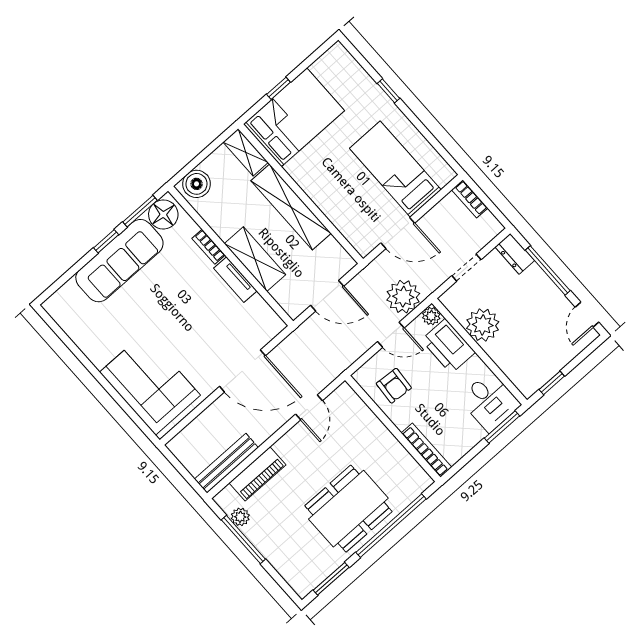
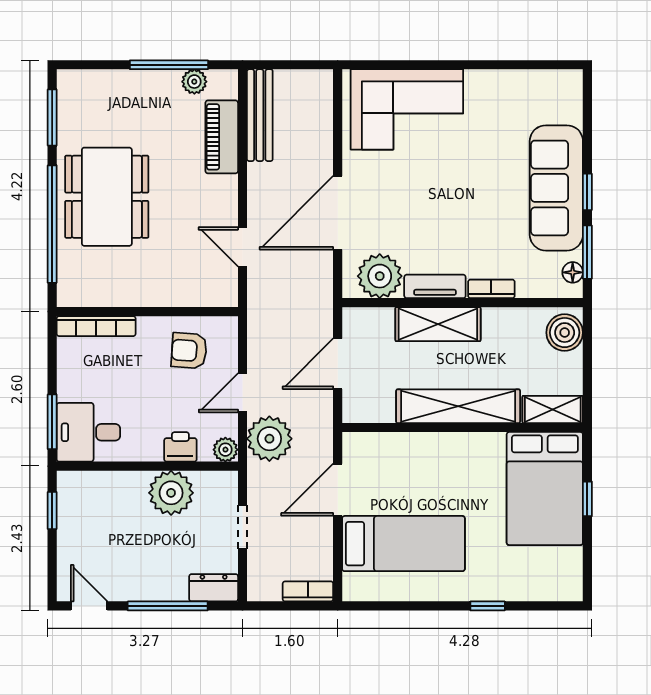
floor lamp: (163, 215) -> (573, 272), width x0.53, depth x0.53
plant: (257, 316) -> (380, 276), added
printer: (448, 346) -> (180, 447), width x0.53, depth x0.68

